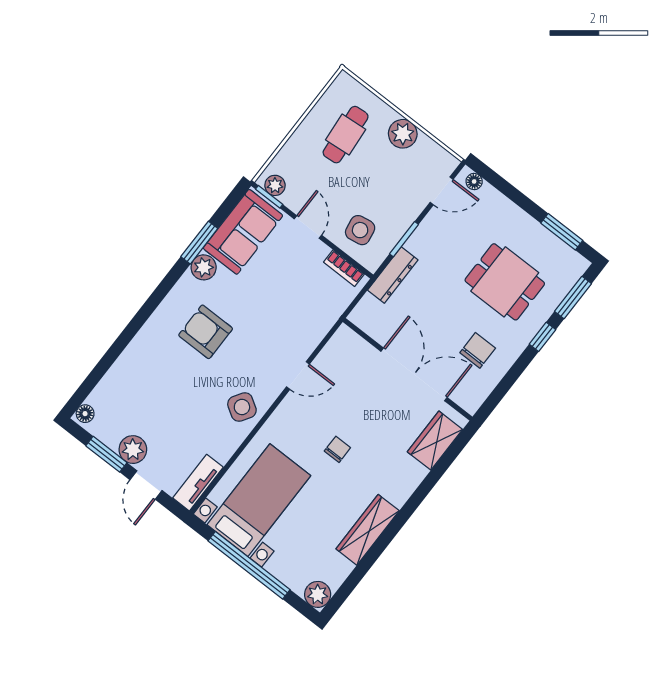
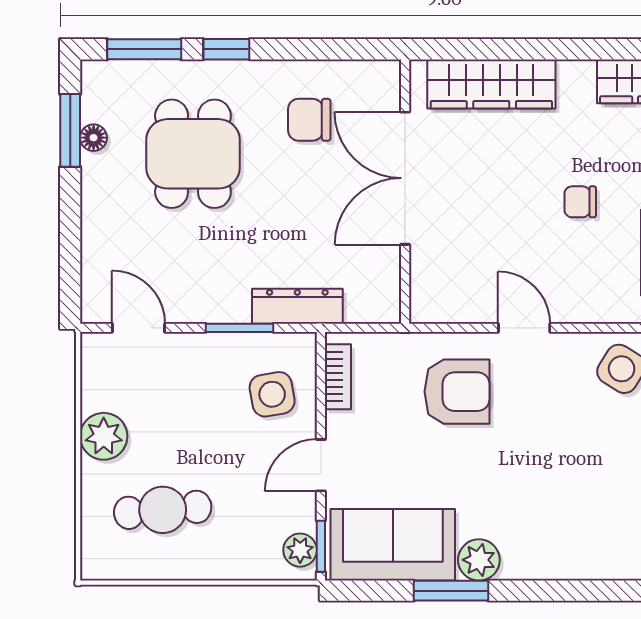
floor lamp: (474, 181) -> (94, 138), moved
armchair: (206, 332) -> (457, 392), moved, turned -90
wardrobe: (435, 441) -> (491, 84), width x1.50

